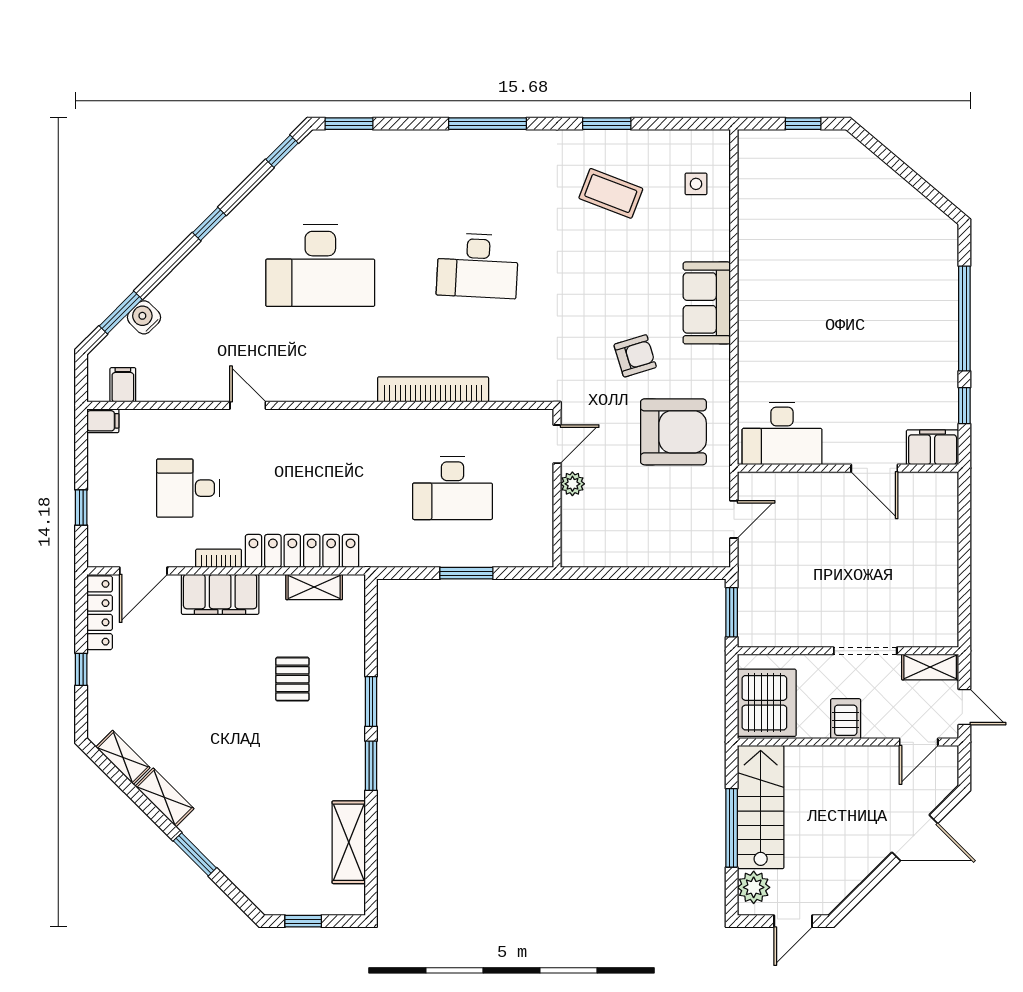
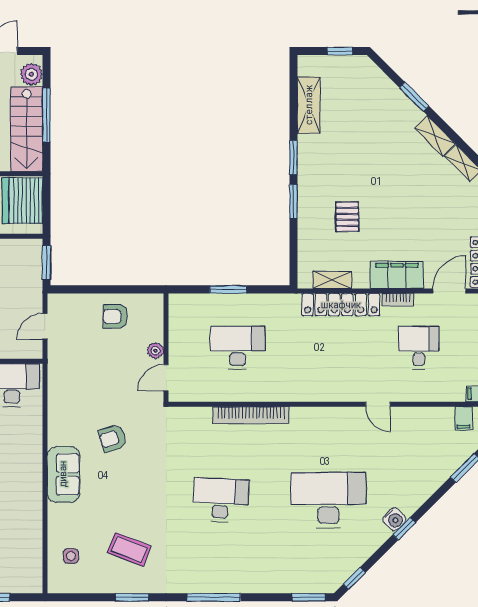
water cooler: (144, 317) -> (394, 519), moved
armchair: (673, 432) -> (115, 316), moved, width x0.53, depth x0.53
desk: (188, 488) -> (419, 348), turned -90

